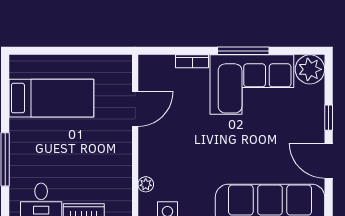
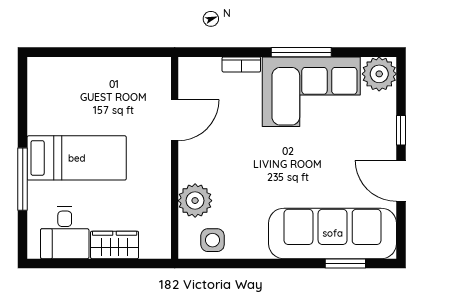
bed: (51, 98) -> (77, 158), moved
plant: (146, 184) -> (195, 201), width x1.88, depth x1.88

